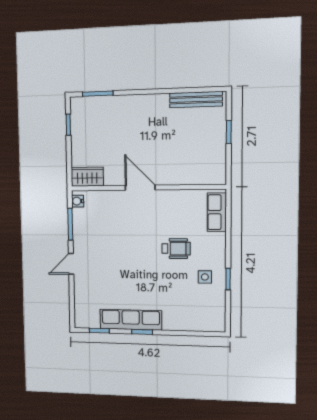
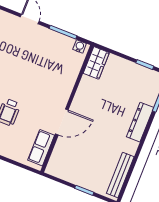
dresser: (130, 103) -> (140, 122), added
door: (140, 188) -> (62, 122), moved
row of seats: (217, 212) -> (41, 148), moved, turned -90

